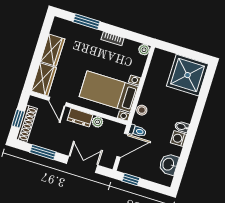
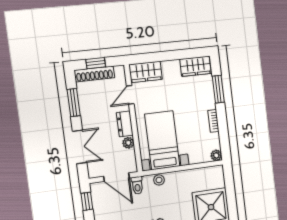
wardrobe: (53, 50) -> (195, 66), moved

